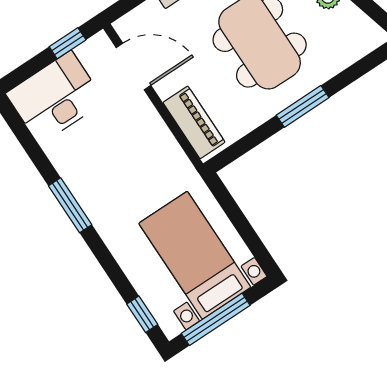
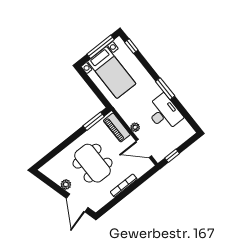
desk: (55, 98) -> (164, 113), moved, turned -90
window: (303, 106) -> (94, 121), moved
plant: (150, 119) -> (135, 127), added

